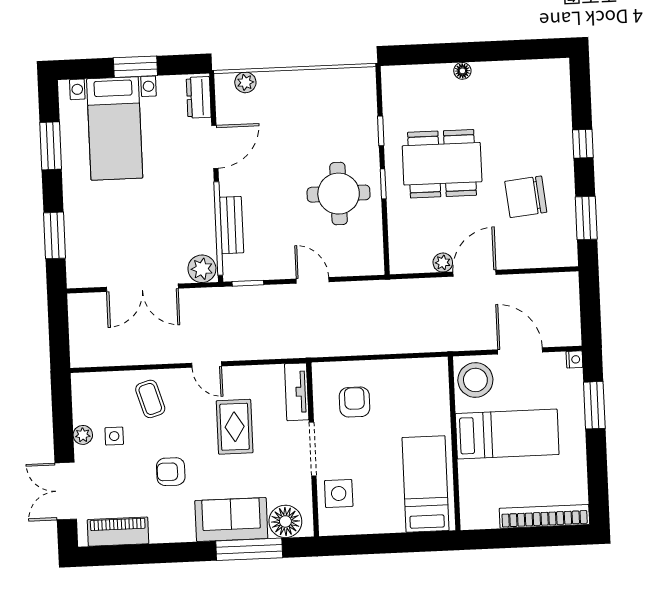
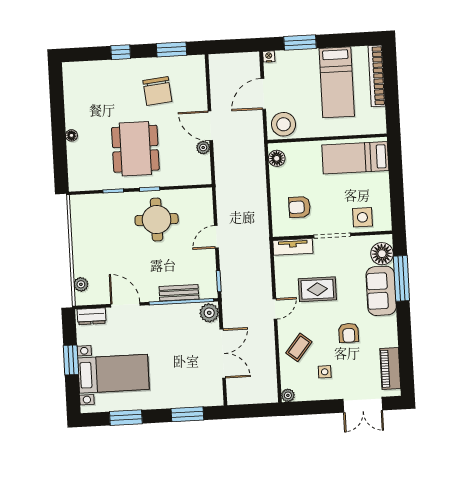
floor lamp: (426, 369) -> (277, 158), added
coffee table: (150, 399) -> (299, 347), turned -34
bed: (507, 434) -> (337, 82), moved, turned 180
plant: (83, 435) -> (288, 395), moved

